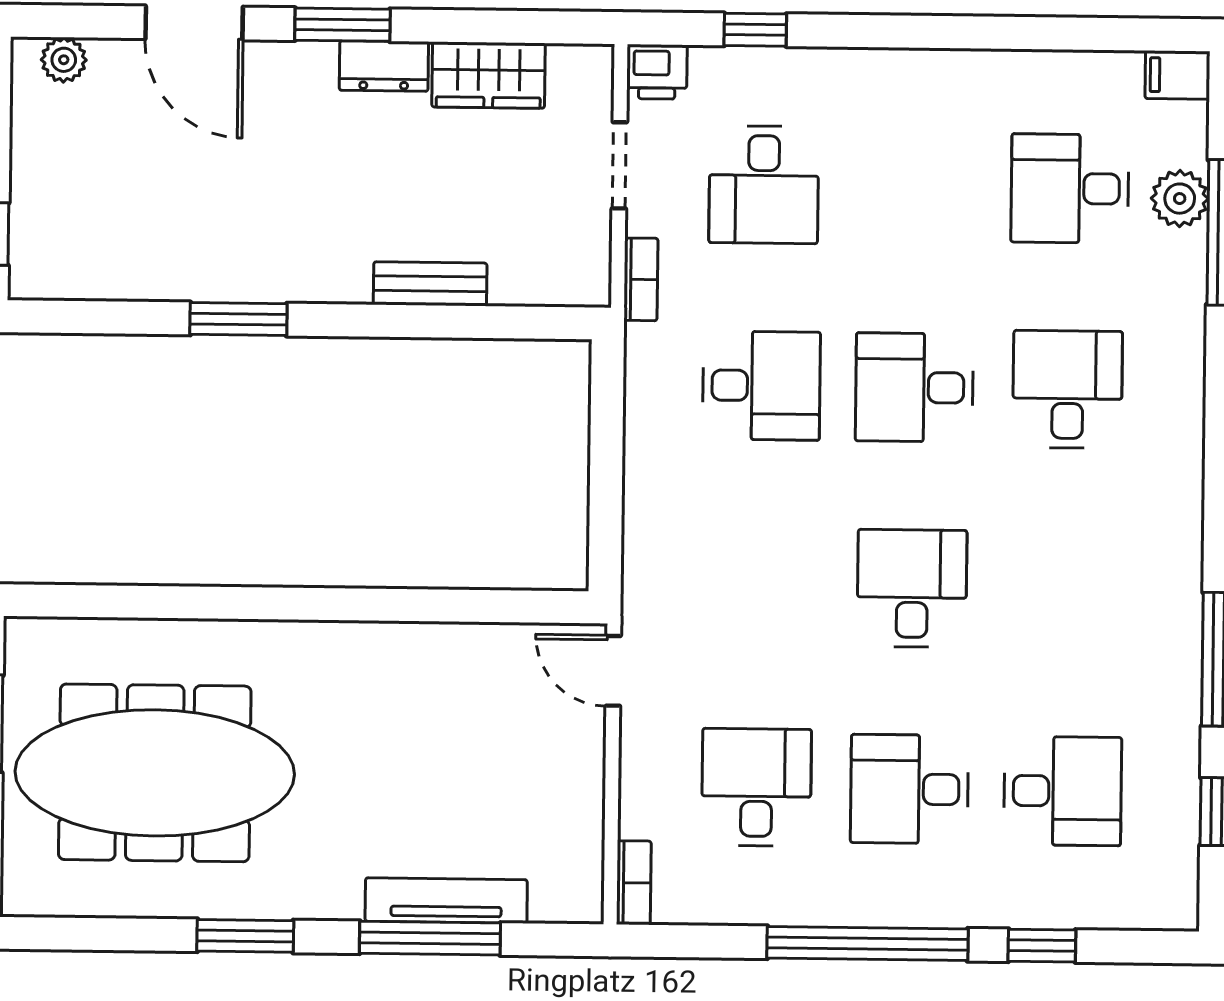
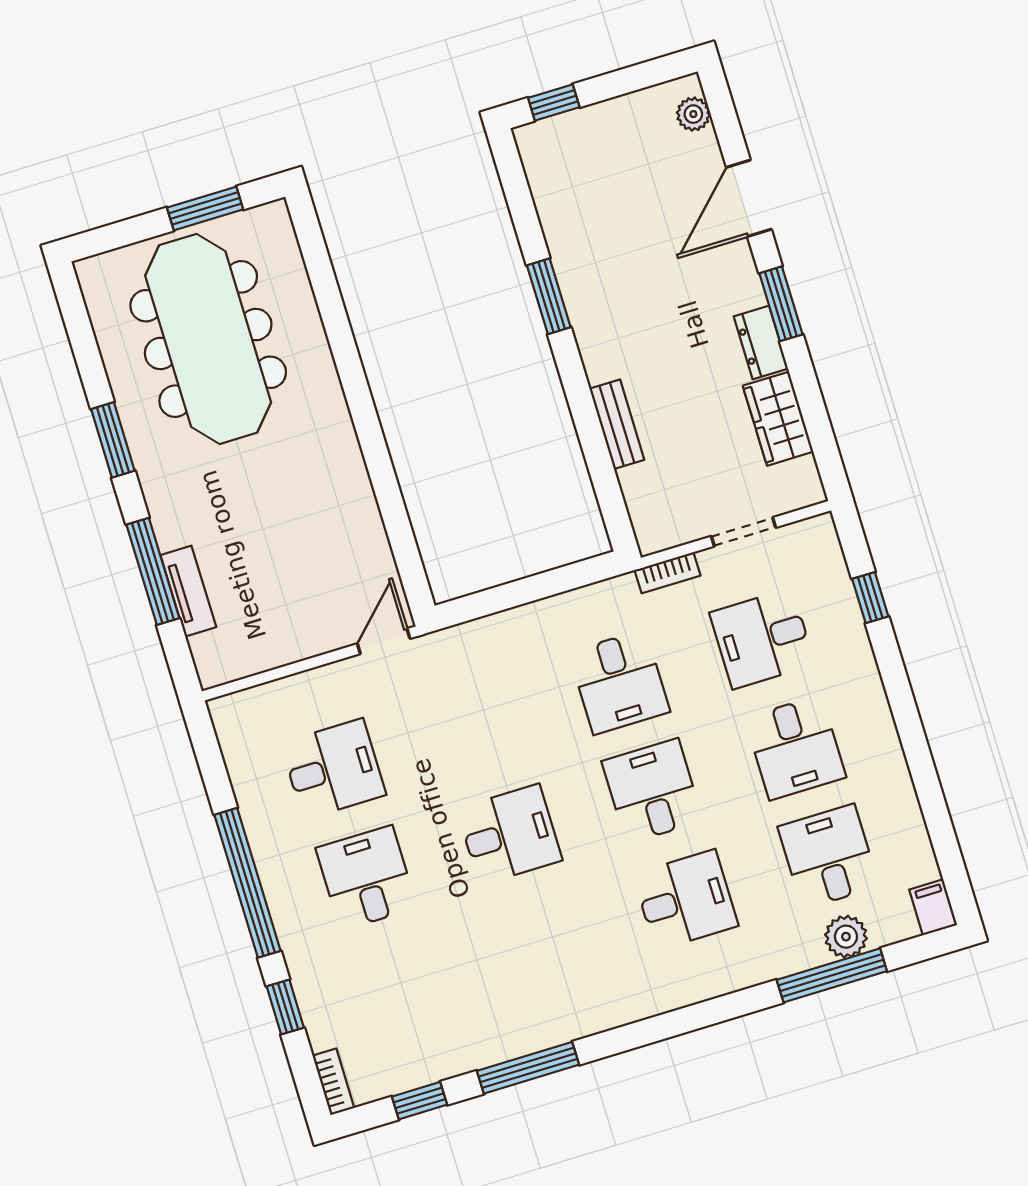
printer: (657, 72) -> (818, 537), removed
desk: (1063, 791) -> (795, 748), moved
bookcase: (634, 883) -> (333, 1082), moved, turned -90
tv unit: (446, 900) -> (188, 591), width x0.71

